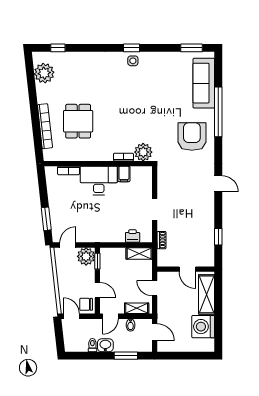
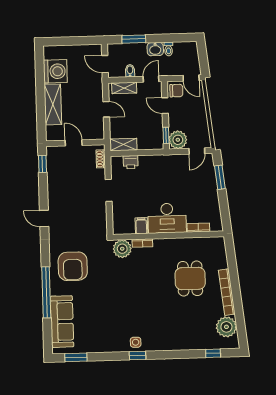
bookcase: (45, 126) -> (227, 292), moved
wall: (186, 269) -> (75, 143), moved
door: (187, 269) -> (74, 143), moved

